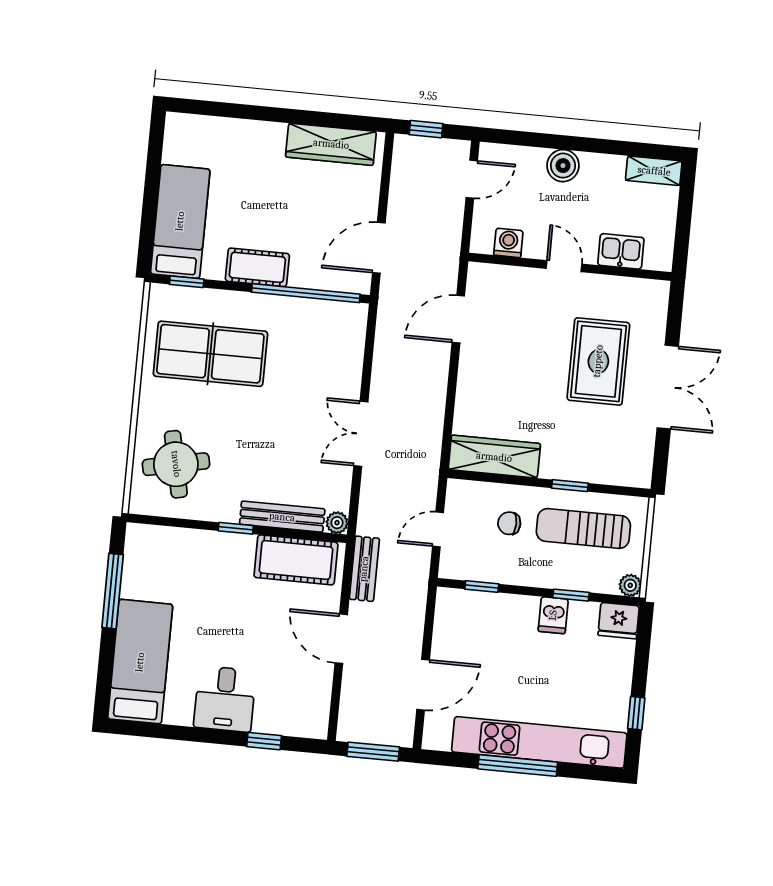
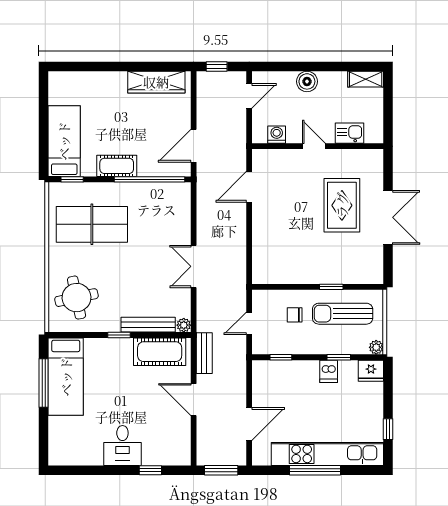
wardrobe: (494, 457) -> (281, 273), removed
bed: (140, 662) -> (66, 377), moved, turned 180

